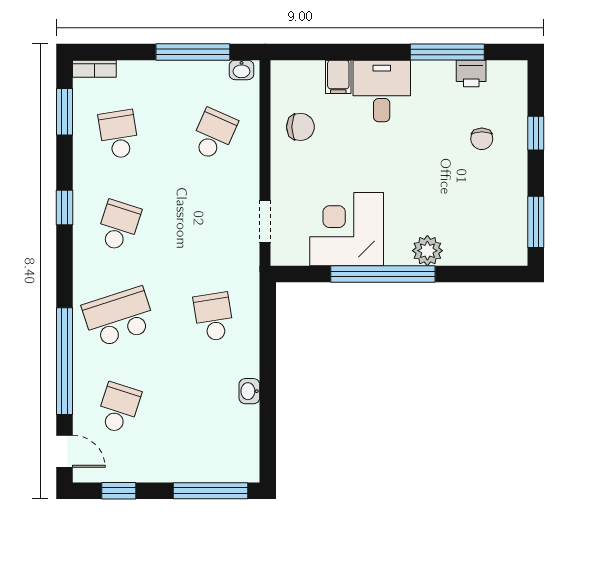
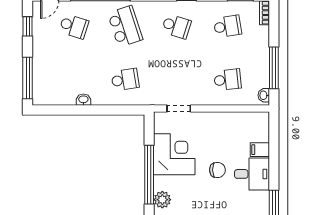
chair: (300, 127) -> (217, 170), moved, turned -91
school desk: (214, 134) -> (228, 80), turned -30

